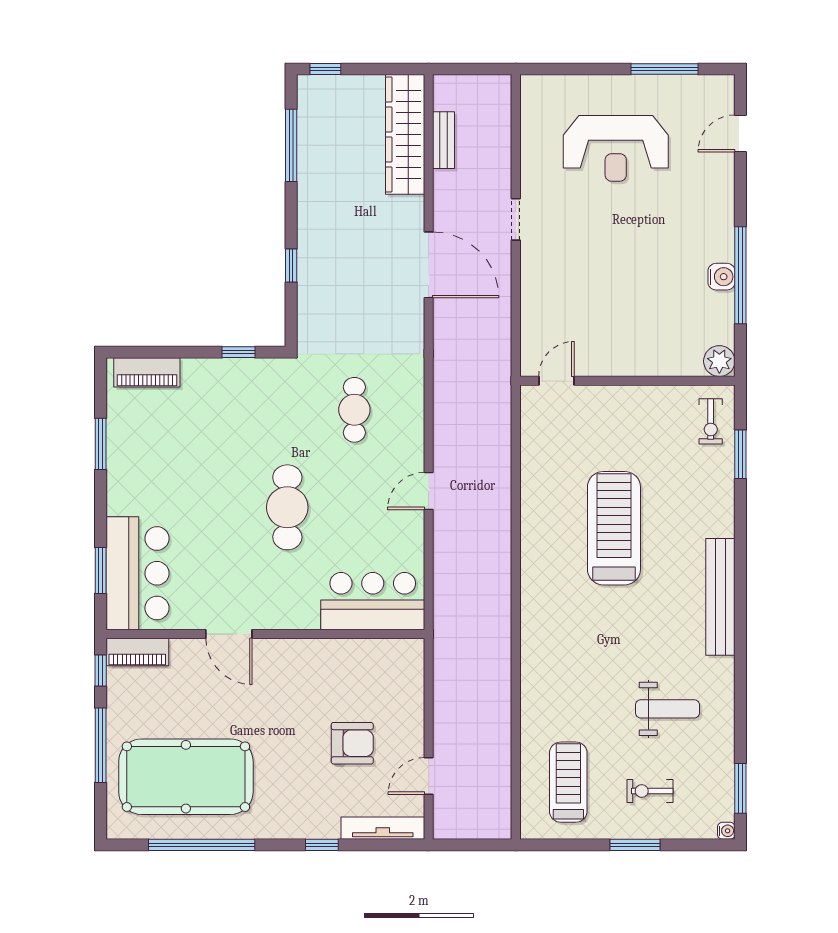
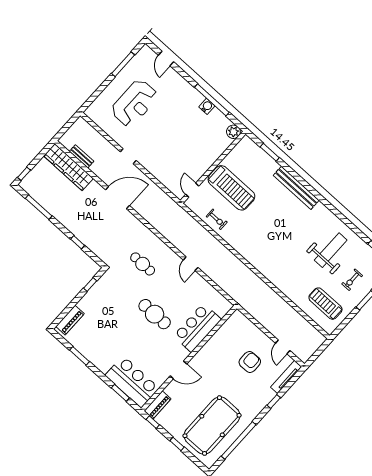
exercise bike: (711, 421) -> (217, 219), moved
treadmill: (614, 528) -> (231, 188), moved, turned 180
bench: (720, 597) -> (296, 188), moved
bar counter: (373, 601) -> (197, 328), moved
weight bench: (667, 709) -> (331, 250), width x1.36, depth x1.33
window: (101, 745) -> (177, 444), width x0.46

